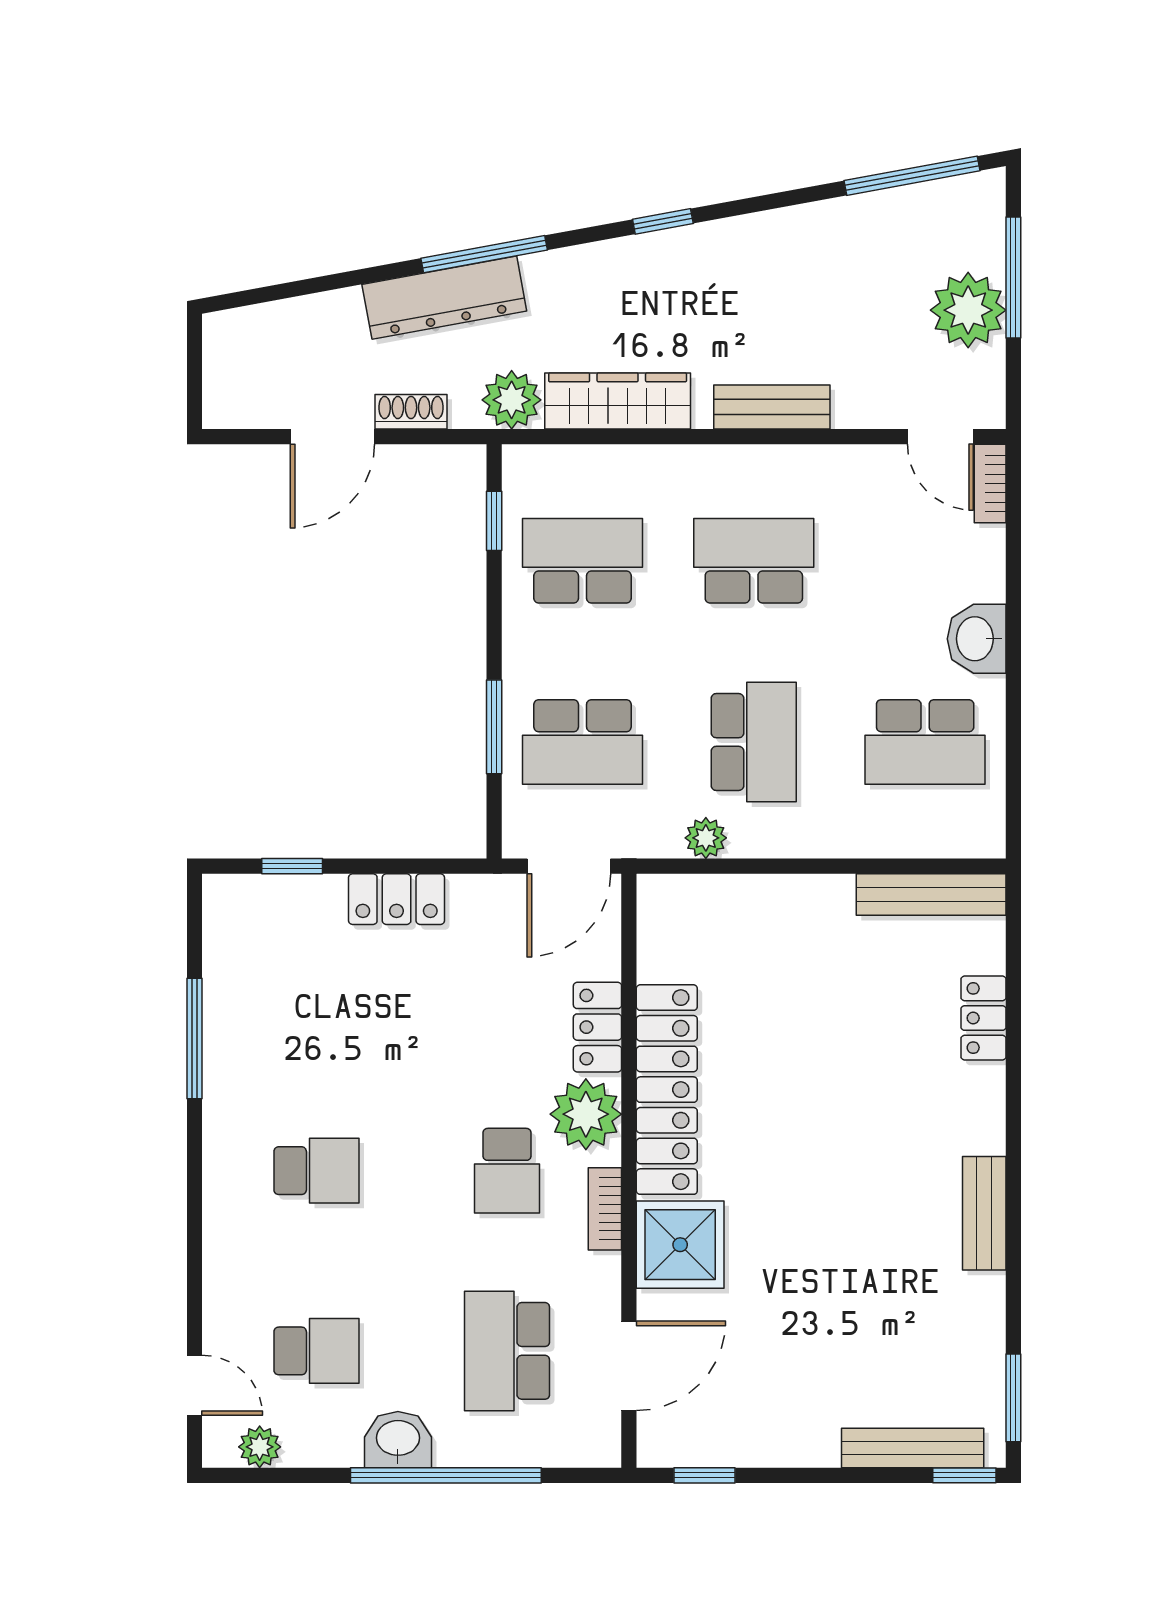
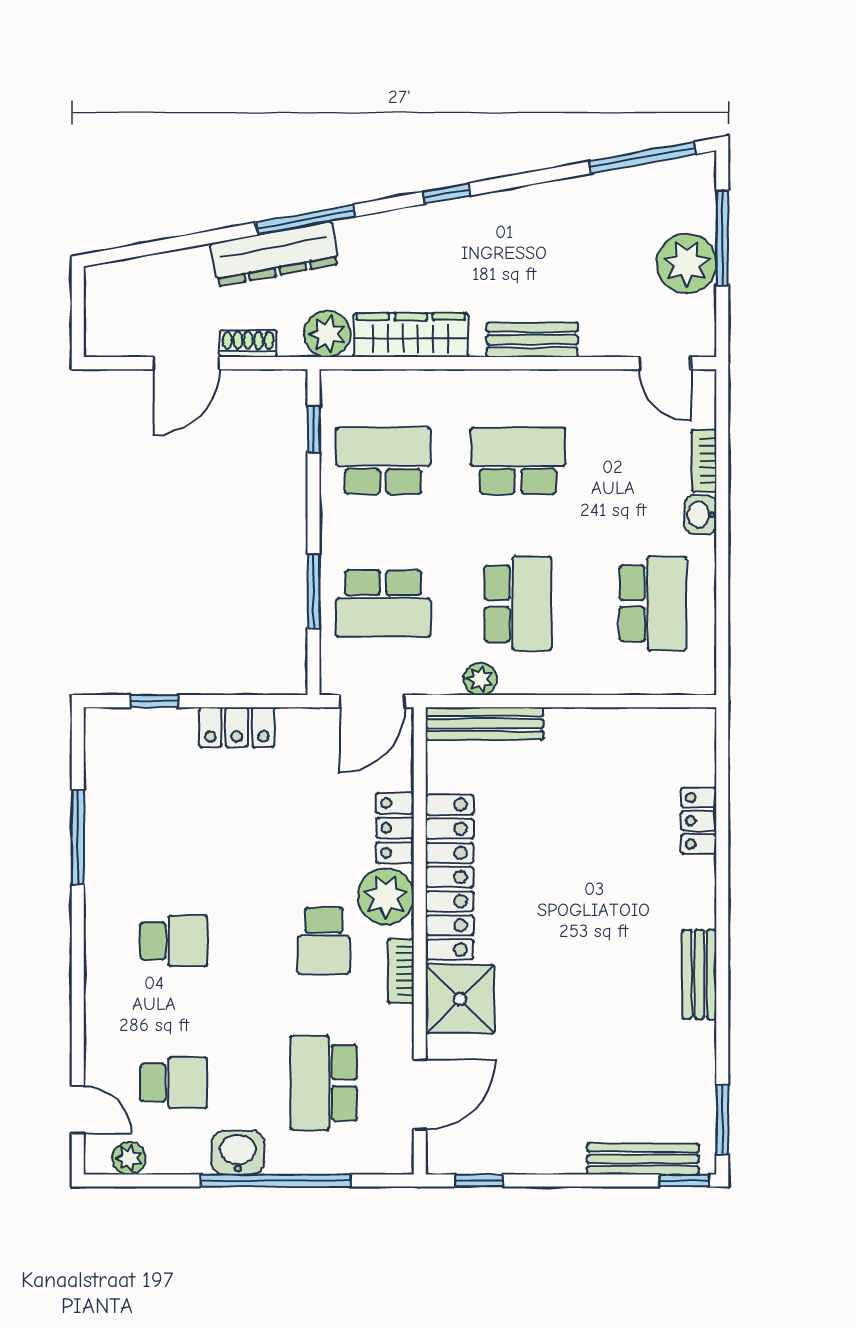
bookcase: (990, 483) -> (704, 461), moved
washbasin: (977, 639) -> (700, 515), width x0.72, depth x0.69
school desk: (925, 742) -> (653, 603), turned -90
bench: (931, 895) -> (485, 724), moved

